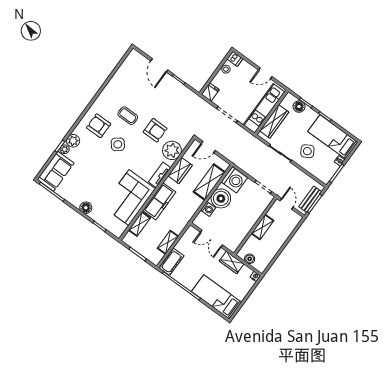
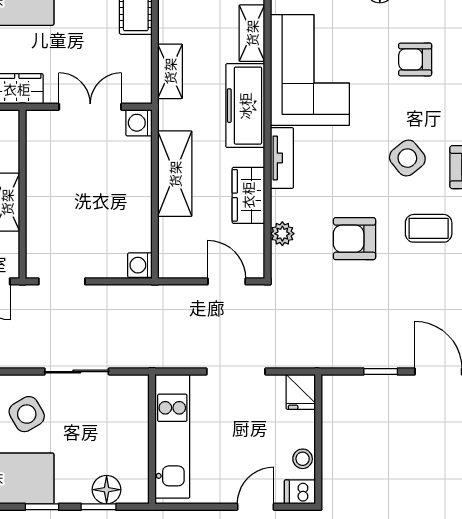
door: (265, 73) -> (256, 507), moved
wardrobe: (274, 121) -> (134, 425), removed
door: (208, 147) -> (227, 281), hinge flipped
plant: (172, 150) -> (282, 234), width x0.53, depth x0.53
armchair: (91, 175) -> (415, 59), added
washing machine: (234, 180) -> (140, 265), width x0.53, depth x0.53
shelving: (209, 182) -> (175, 174), moved
boiler: (221, 198) -> (129, 199), removed
washing machine: (208, 209) -> (139, 123), moved
shelving: (168, 242) -> (170, 71), moved

